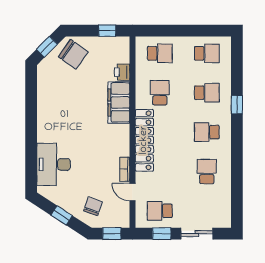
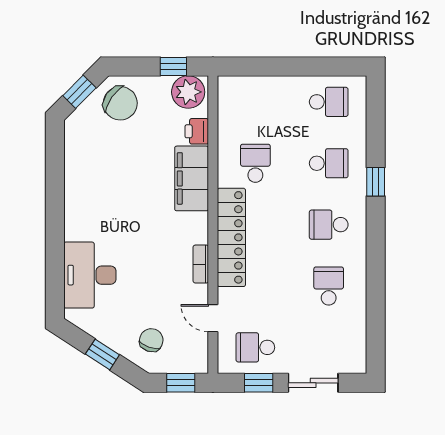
plant: (117, 47) -> (188, 92), added
school desk: (160, 53) -> (255, 102), removed
bookcase: (125, 169) -> (201, 264), moved

